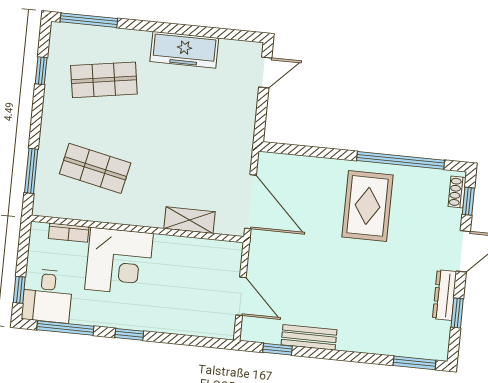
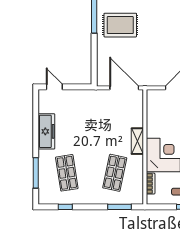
window: (89, 20) -> (36, 173), moved
door: (250, 202) -> (124, 88), hinge flipped
shelving: (189, 220) -> (137, 141), moved

